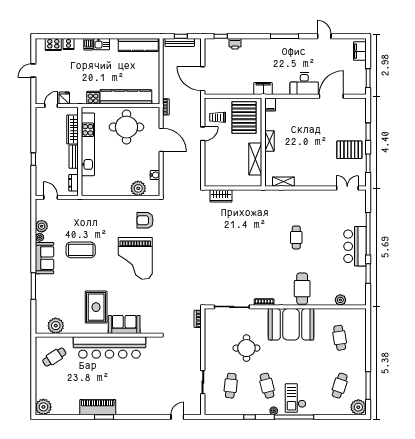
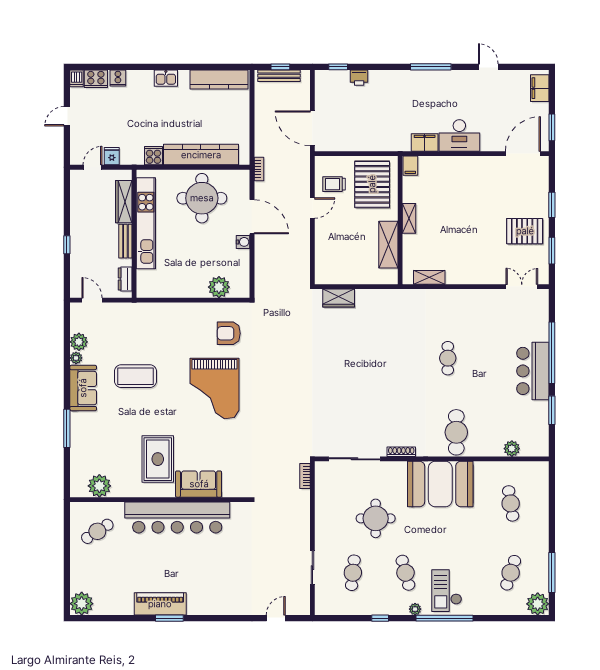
dishwasher: (88, 44) -> (77, 78), moved
filing cabinet: (263, 89) -> (425, 143), moved
door: (331, 96) -> (523, 154), moved
water cooler: (155, 175) -> (243, 242), moved

